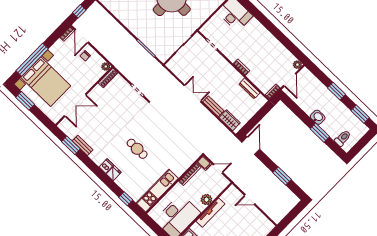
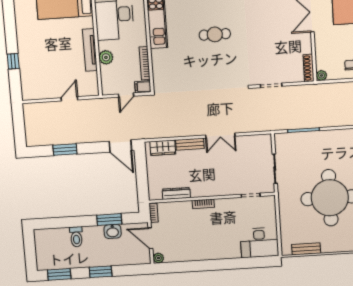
washbasin: (318, 117) -> (113, 231), moved
window: (320, 133) -> (109, 220), moved
toilet: (343, 138) -> (76, 237), moved

